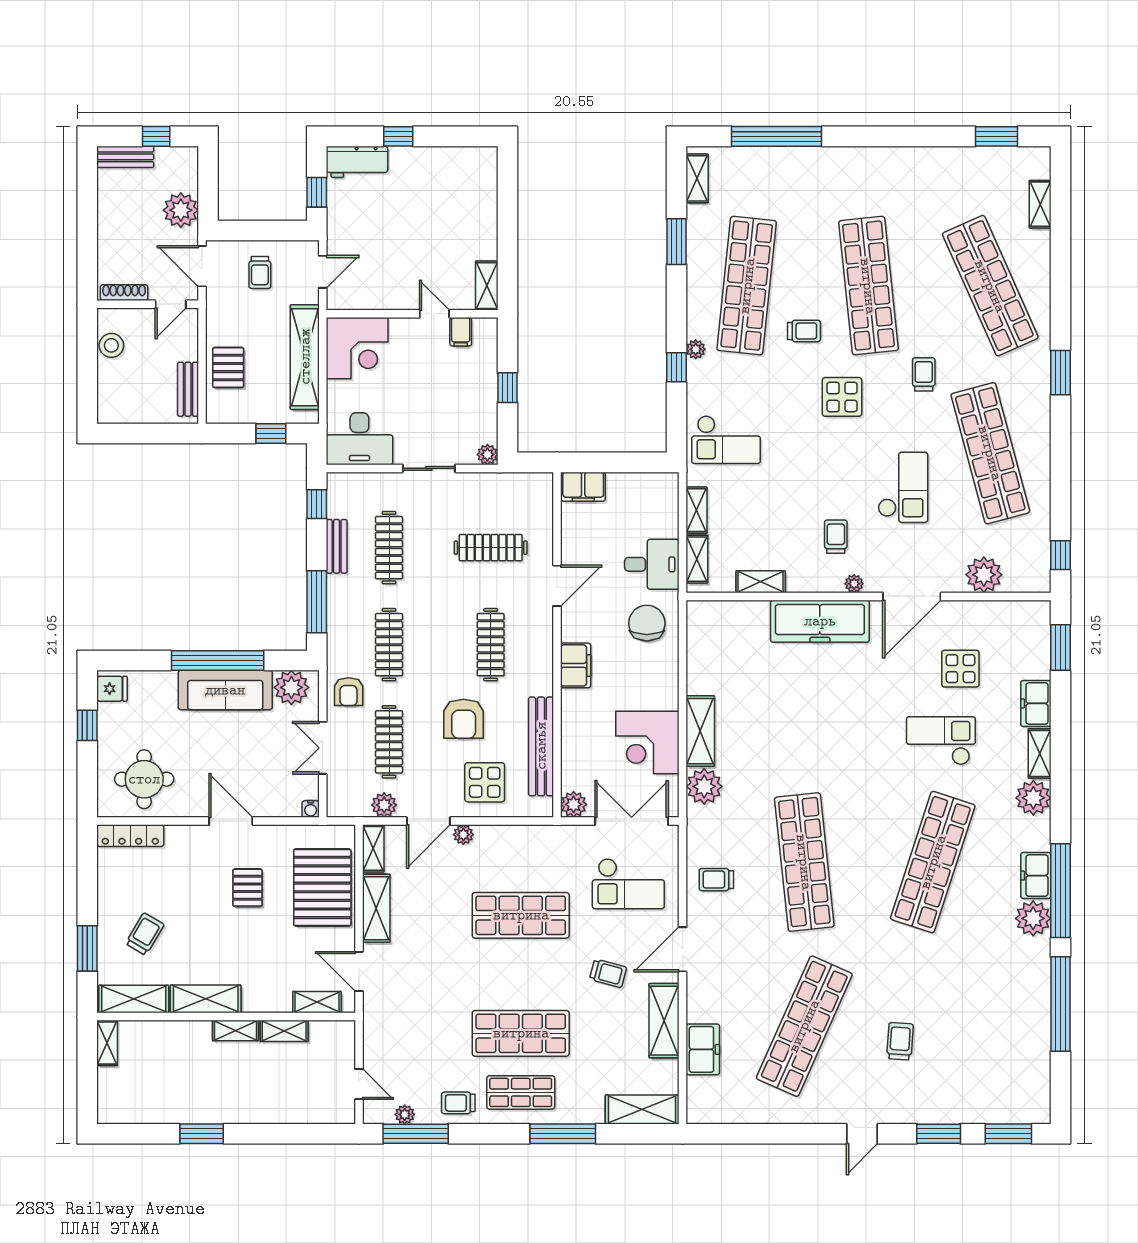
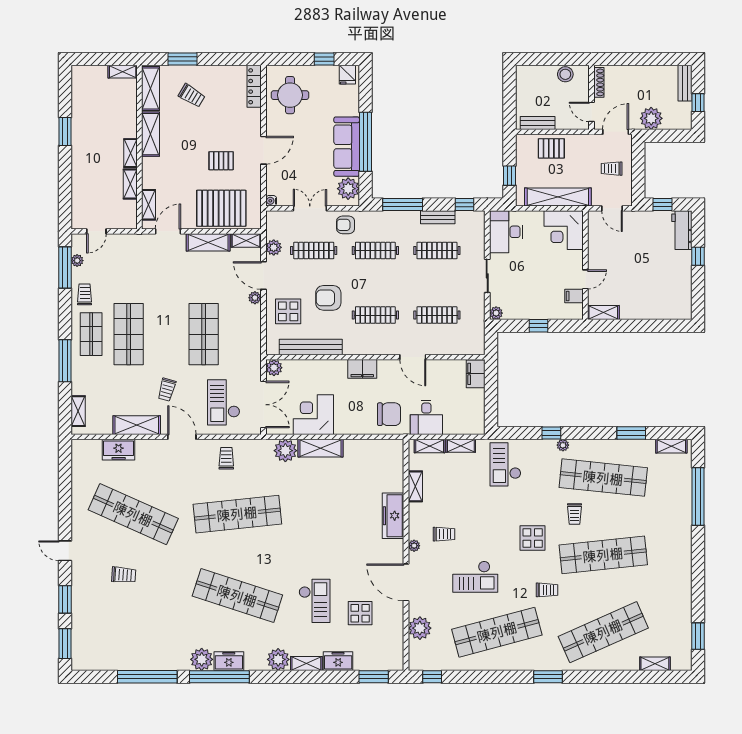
clothes rail: (491, 548) -> (437, 315), turned 90
freezer: (820, 621) -> (393, 516), width x0.73, depth x0.79
shelving: (642, 1109) -> (78, 411), width x0.67, depth x0.75

